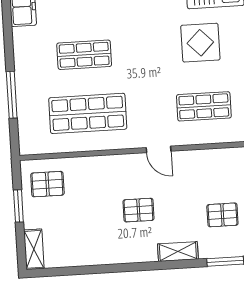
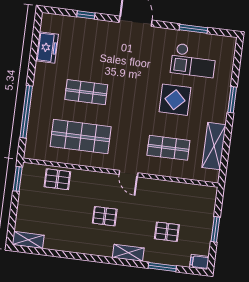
window: (12, 95) -> (26, 112), width x1.46
pallet: (47, 184) -> (57, 179), moved
window: (18, 206) -> (18, 179), moved
shelving: (34, 249) -> (28, 240), moved, turned 90

